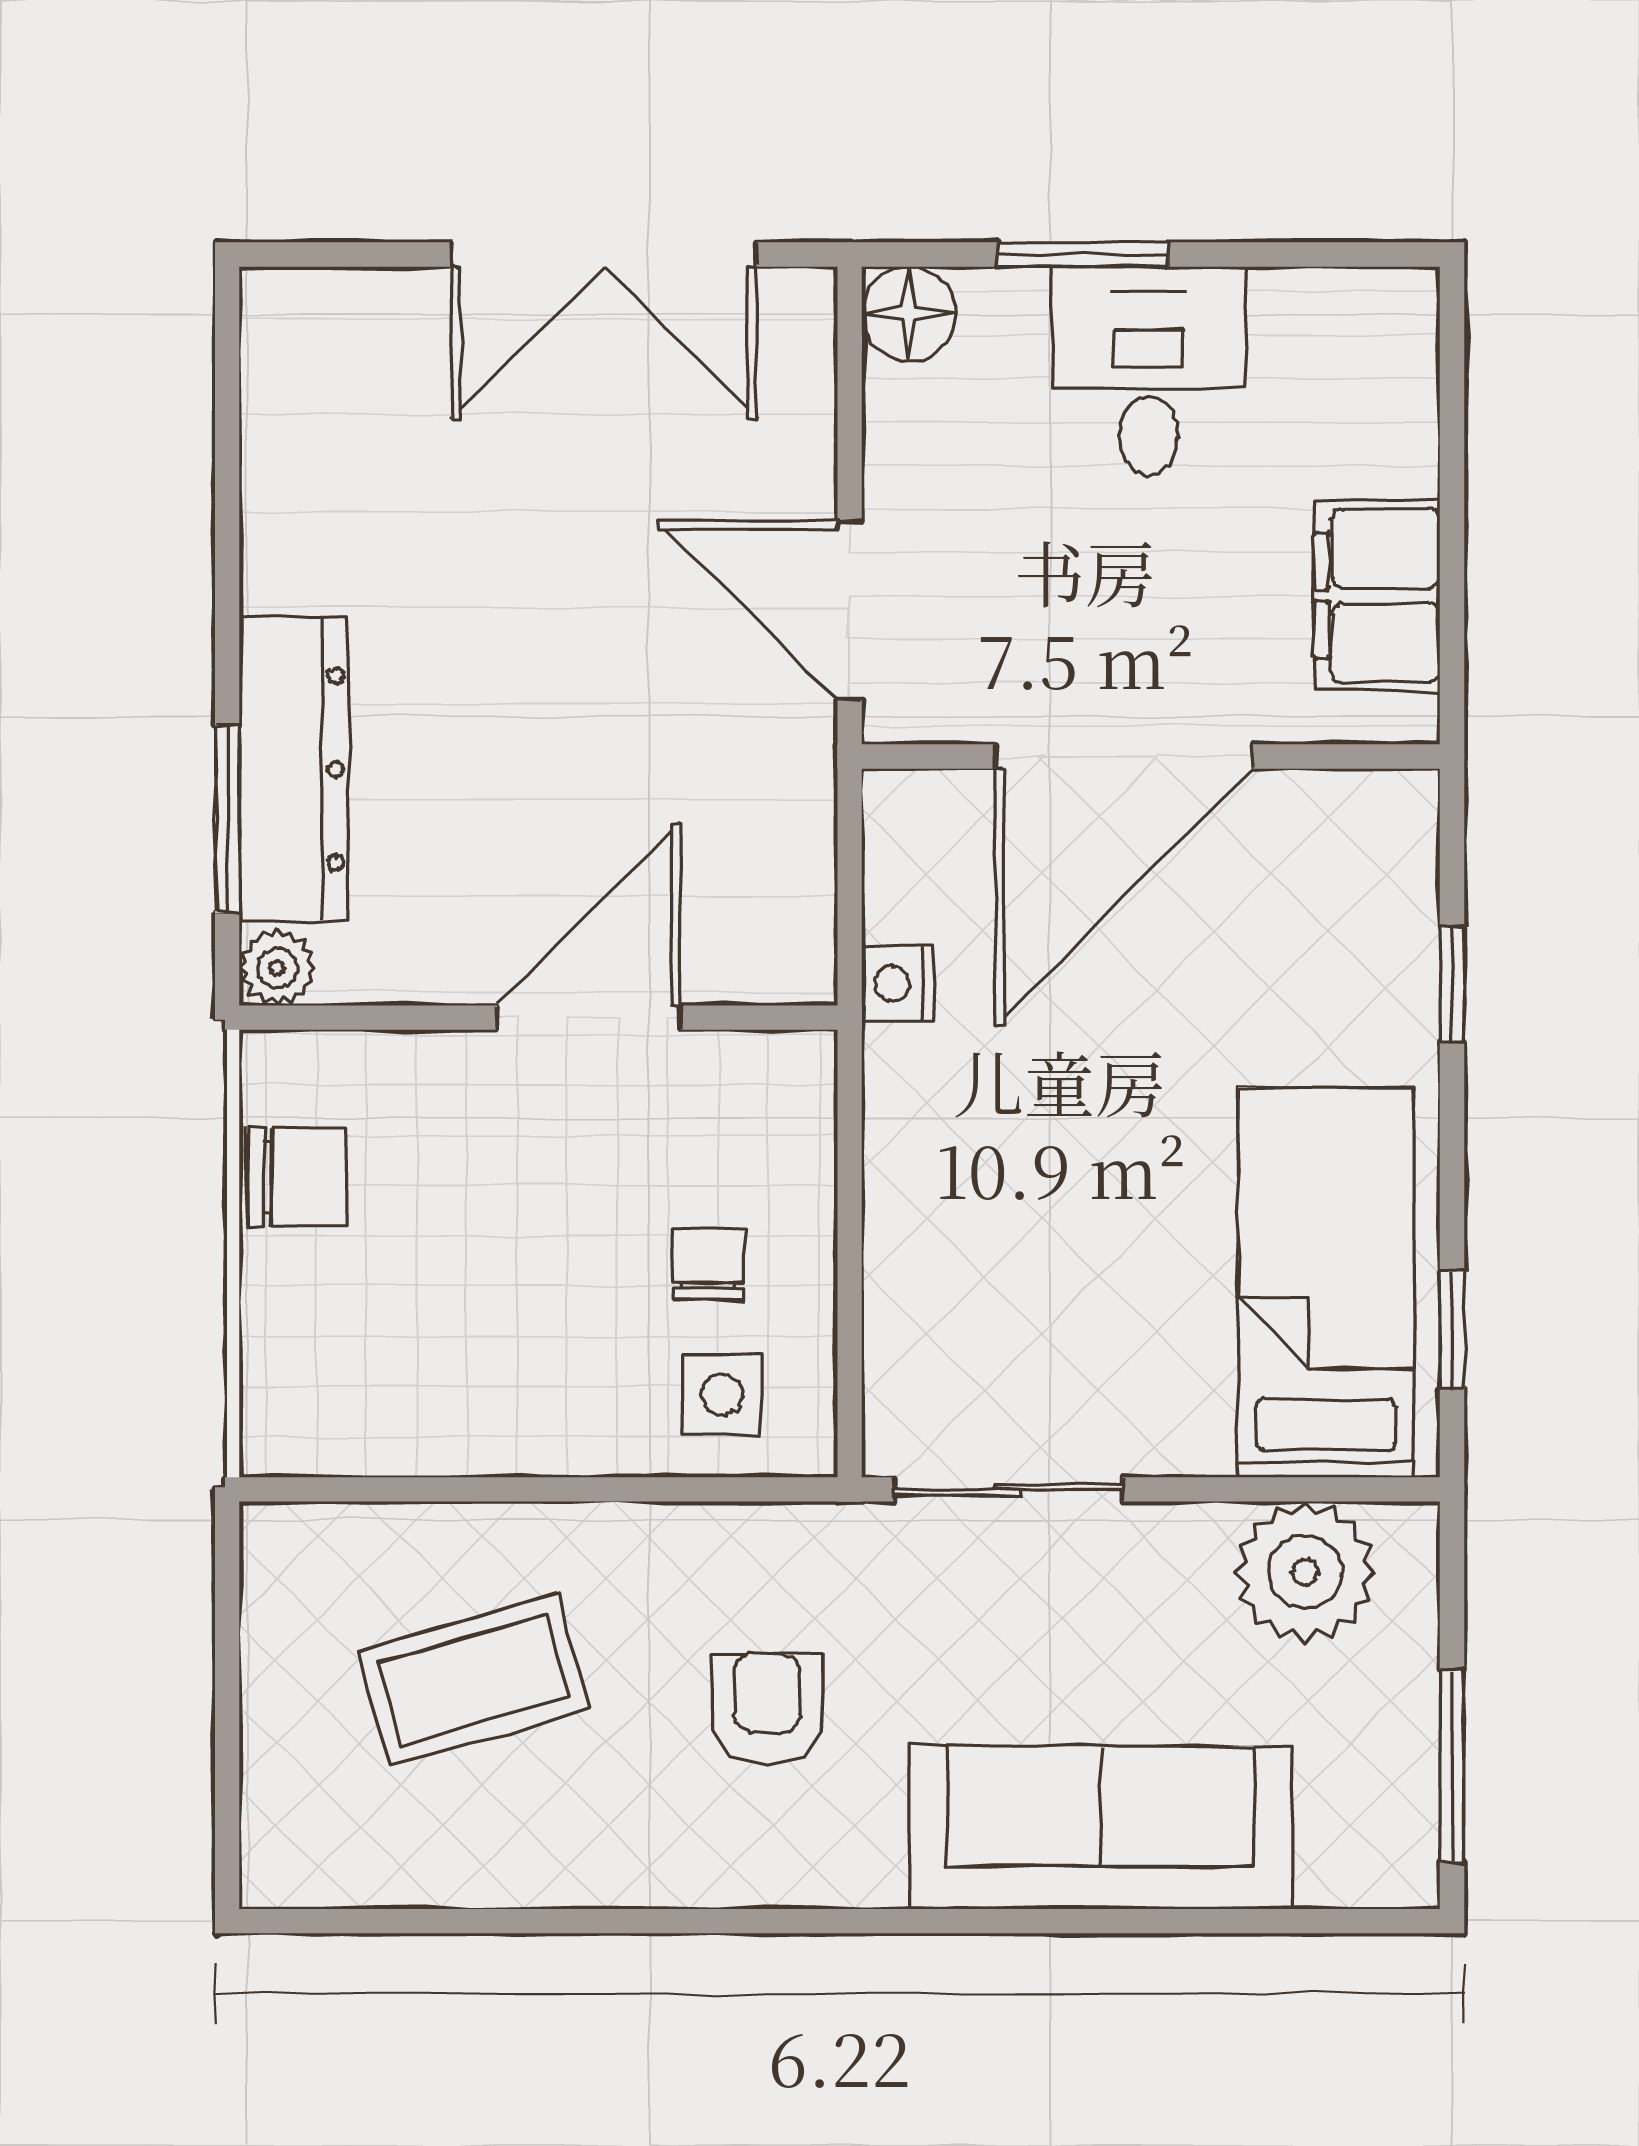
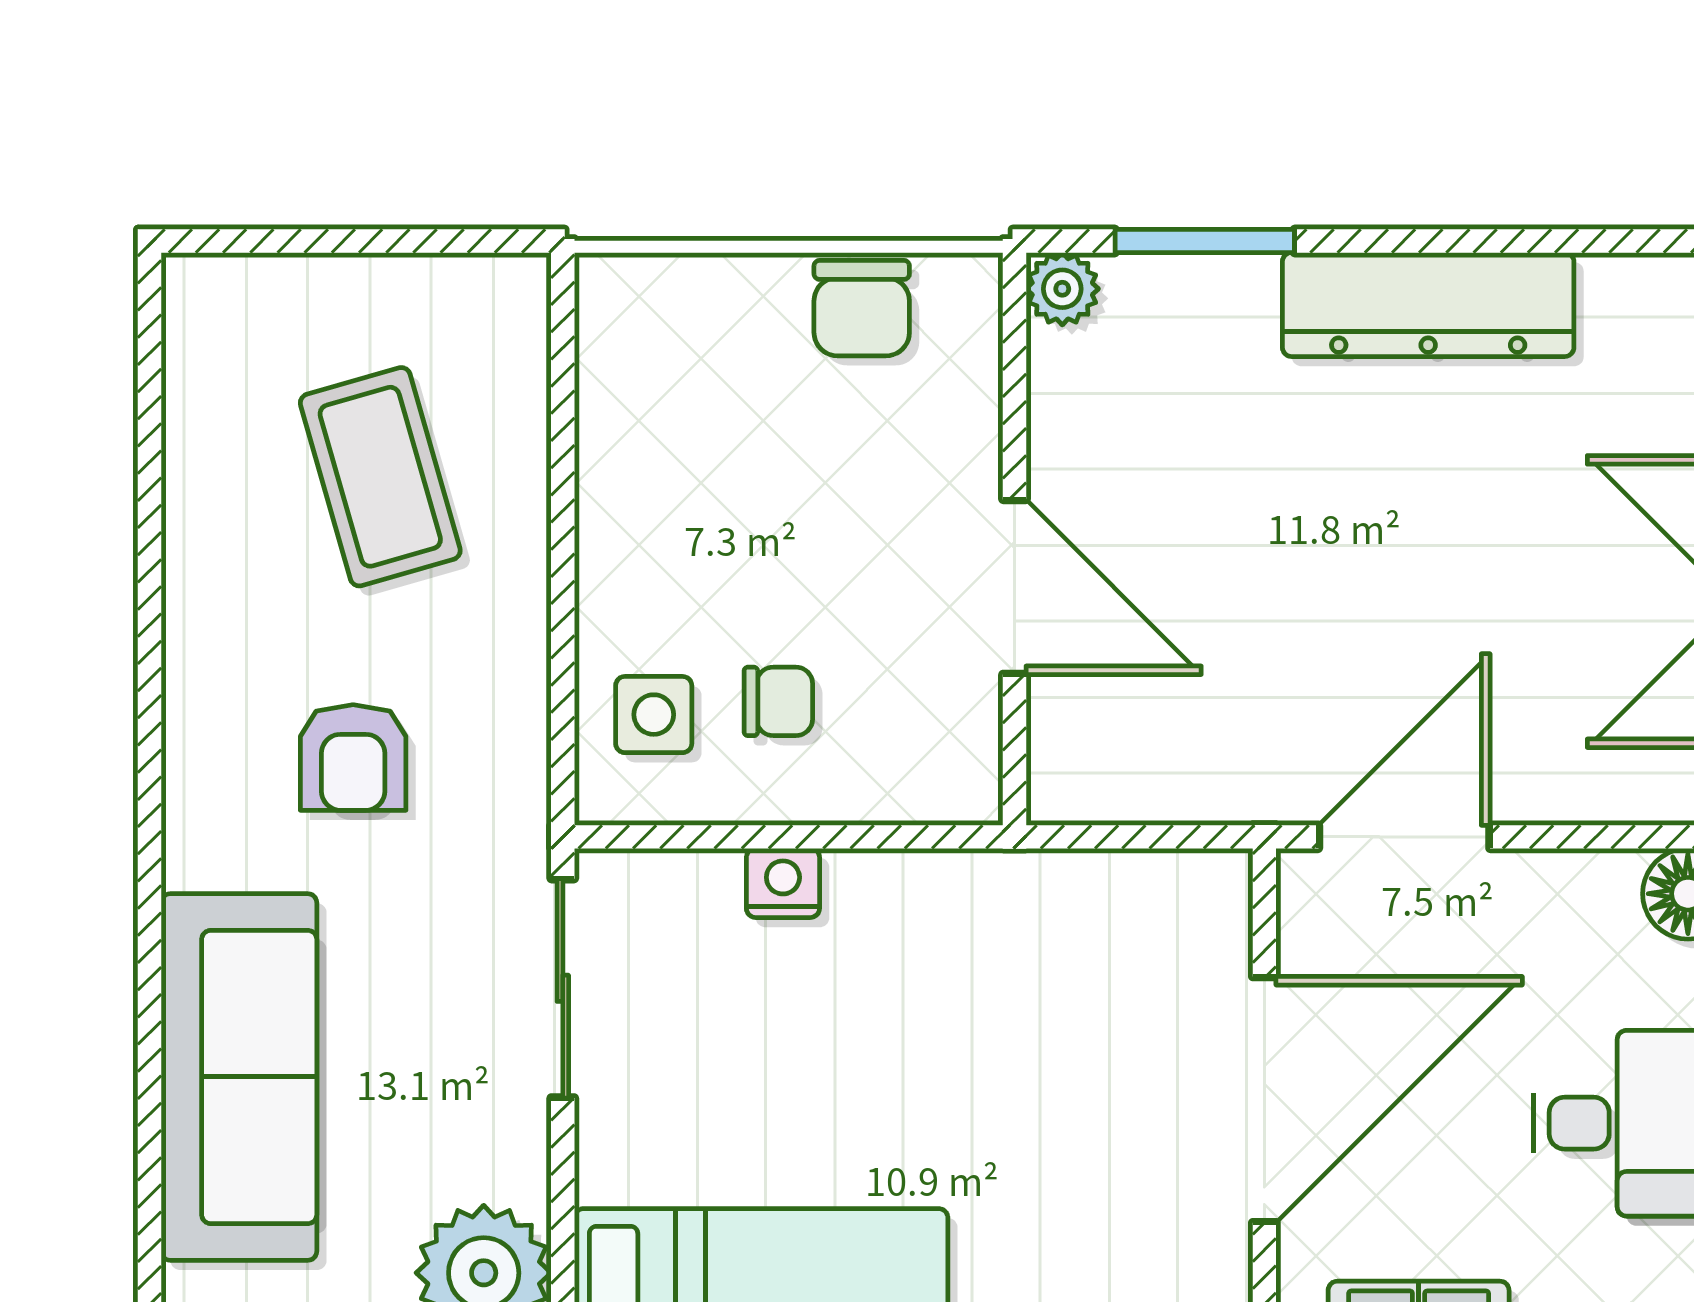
door: (1124, 757) -> (1264, 1100), swing flipped
dresser: (294, 769) -> (1428, 305), moved
nightstand: (898, 984) -> (783, 883), moved
armchair: (767, 1708) -> (353, 757), turned 90

